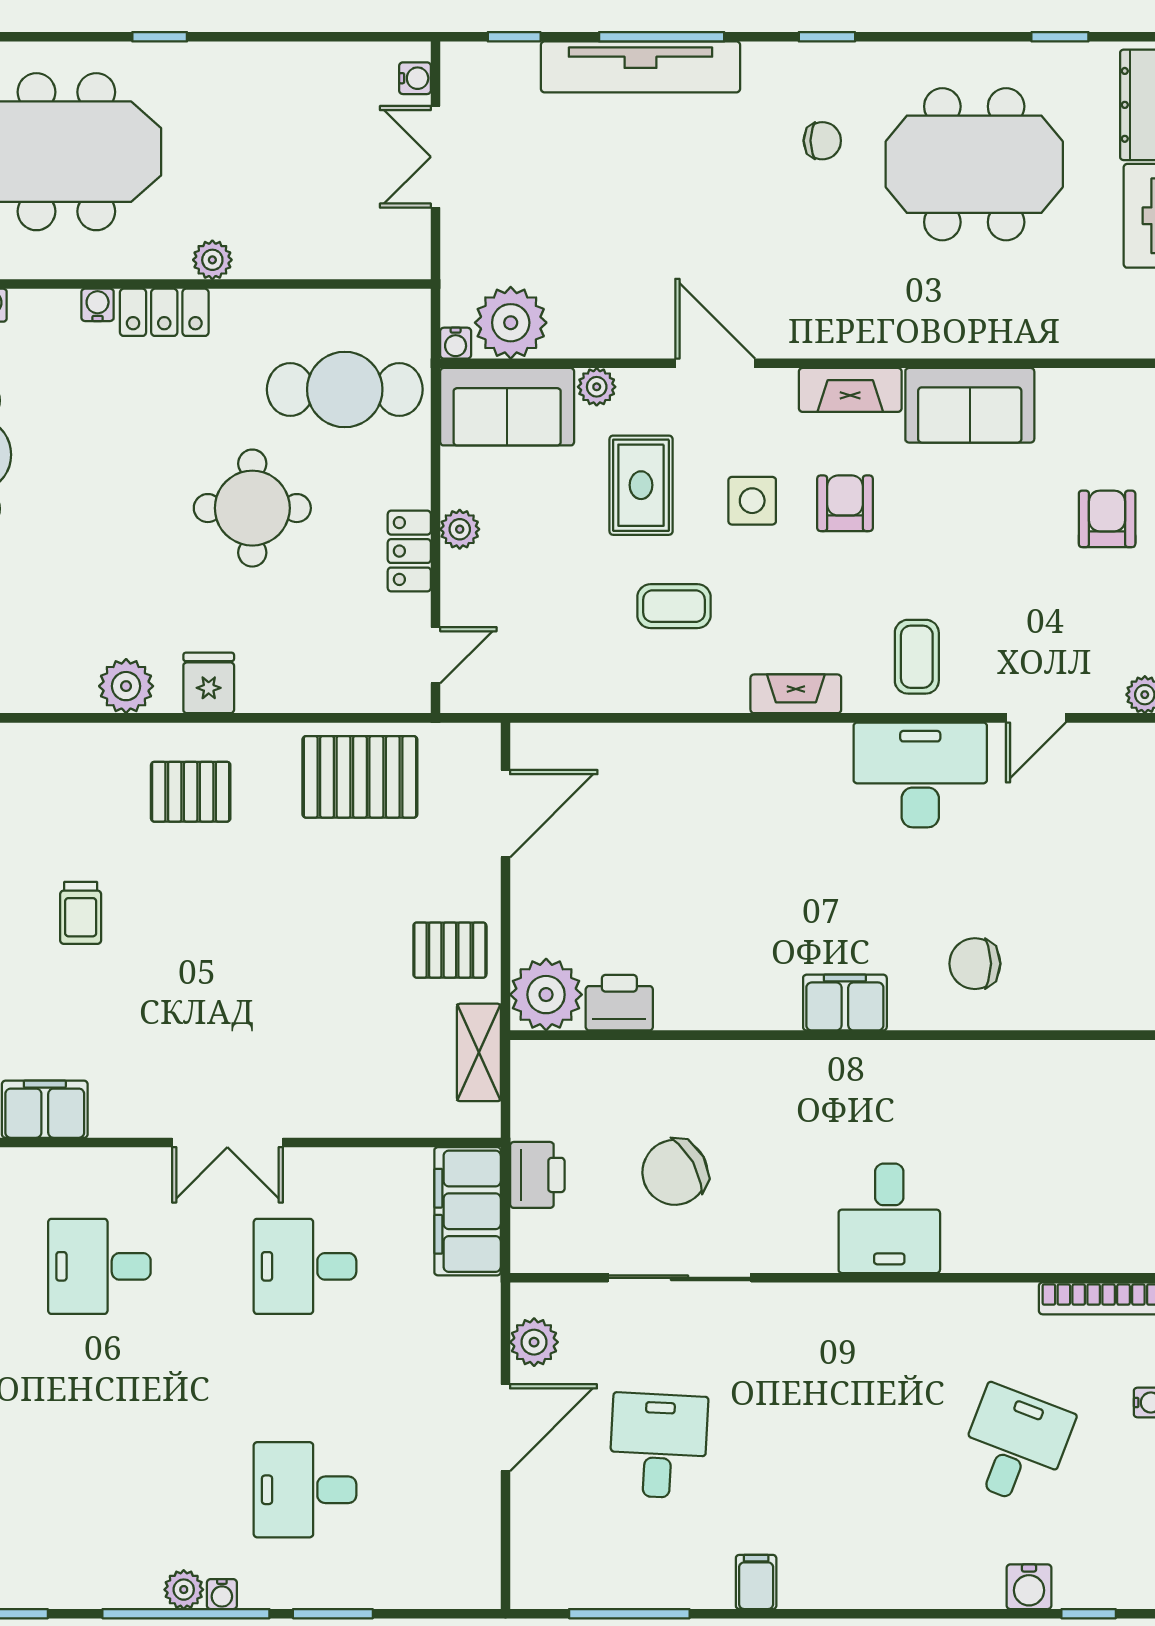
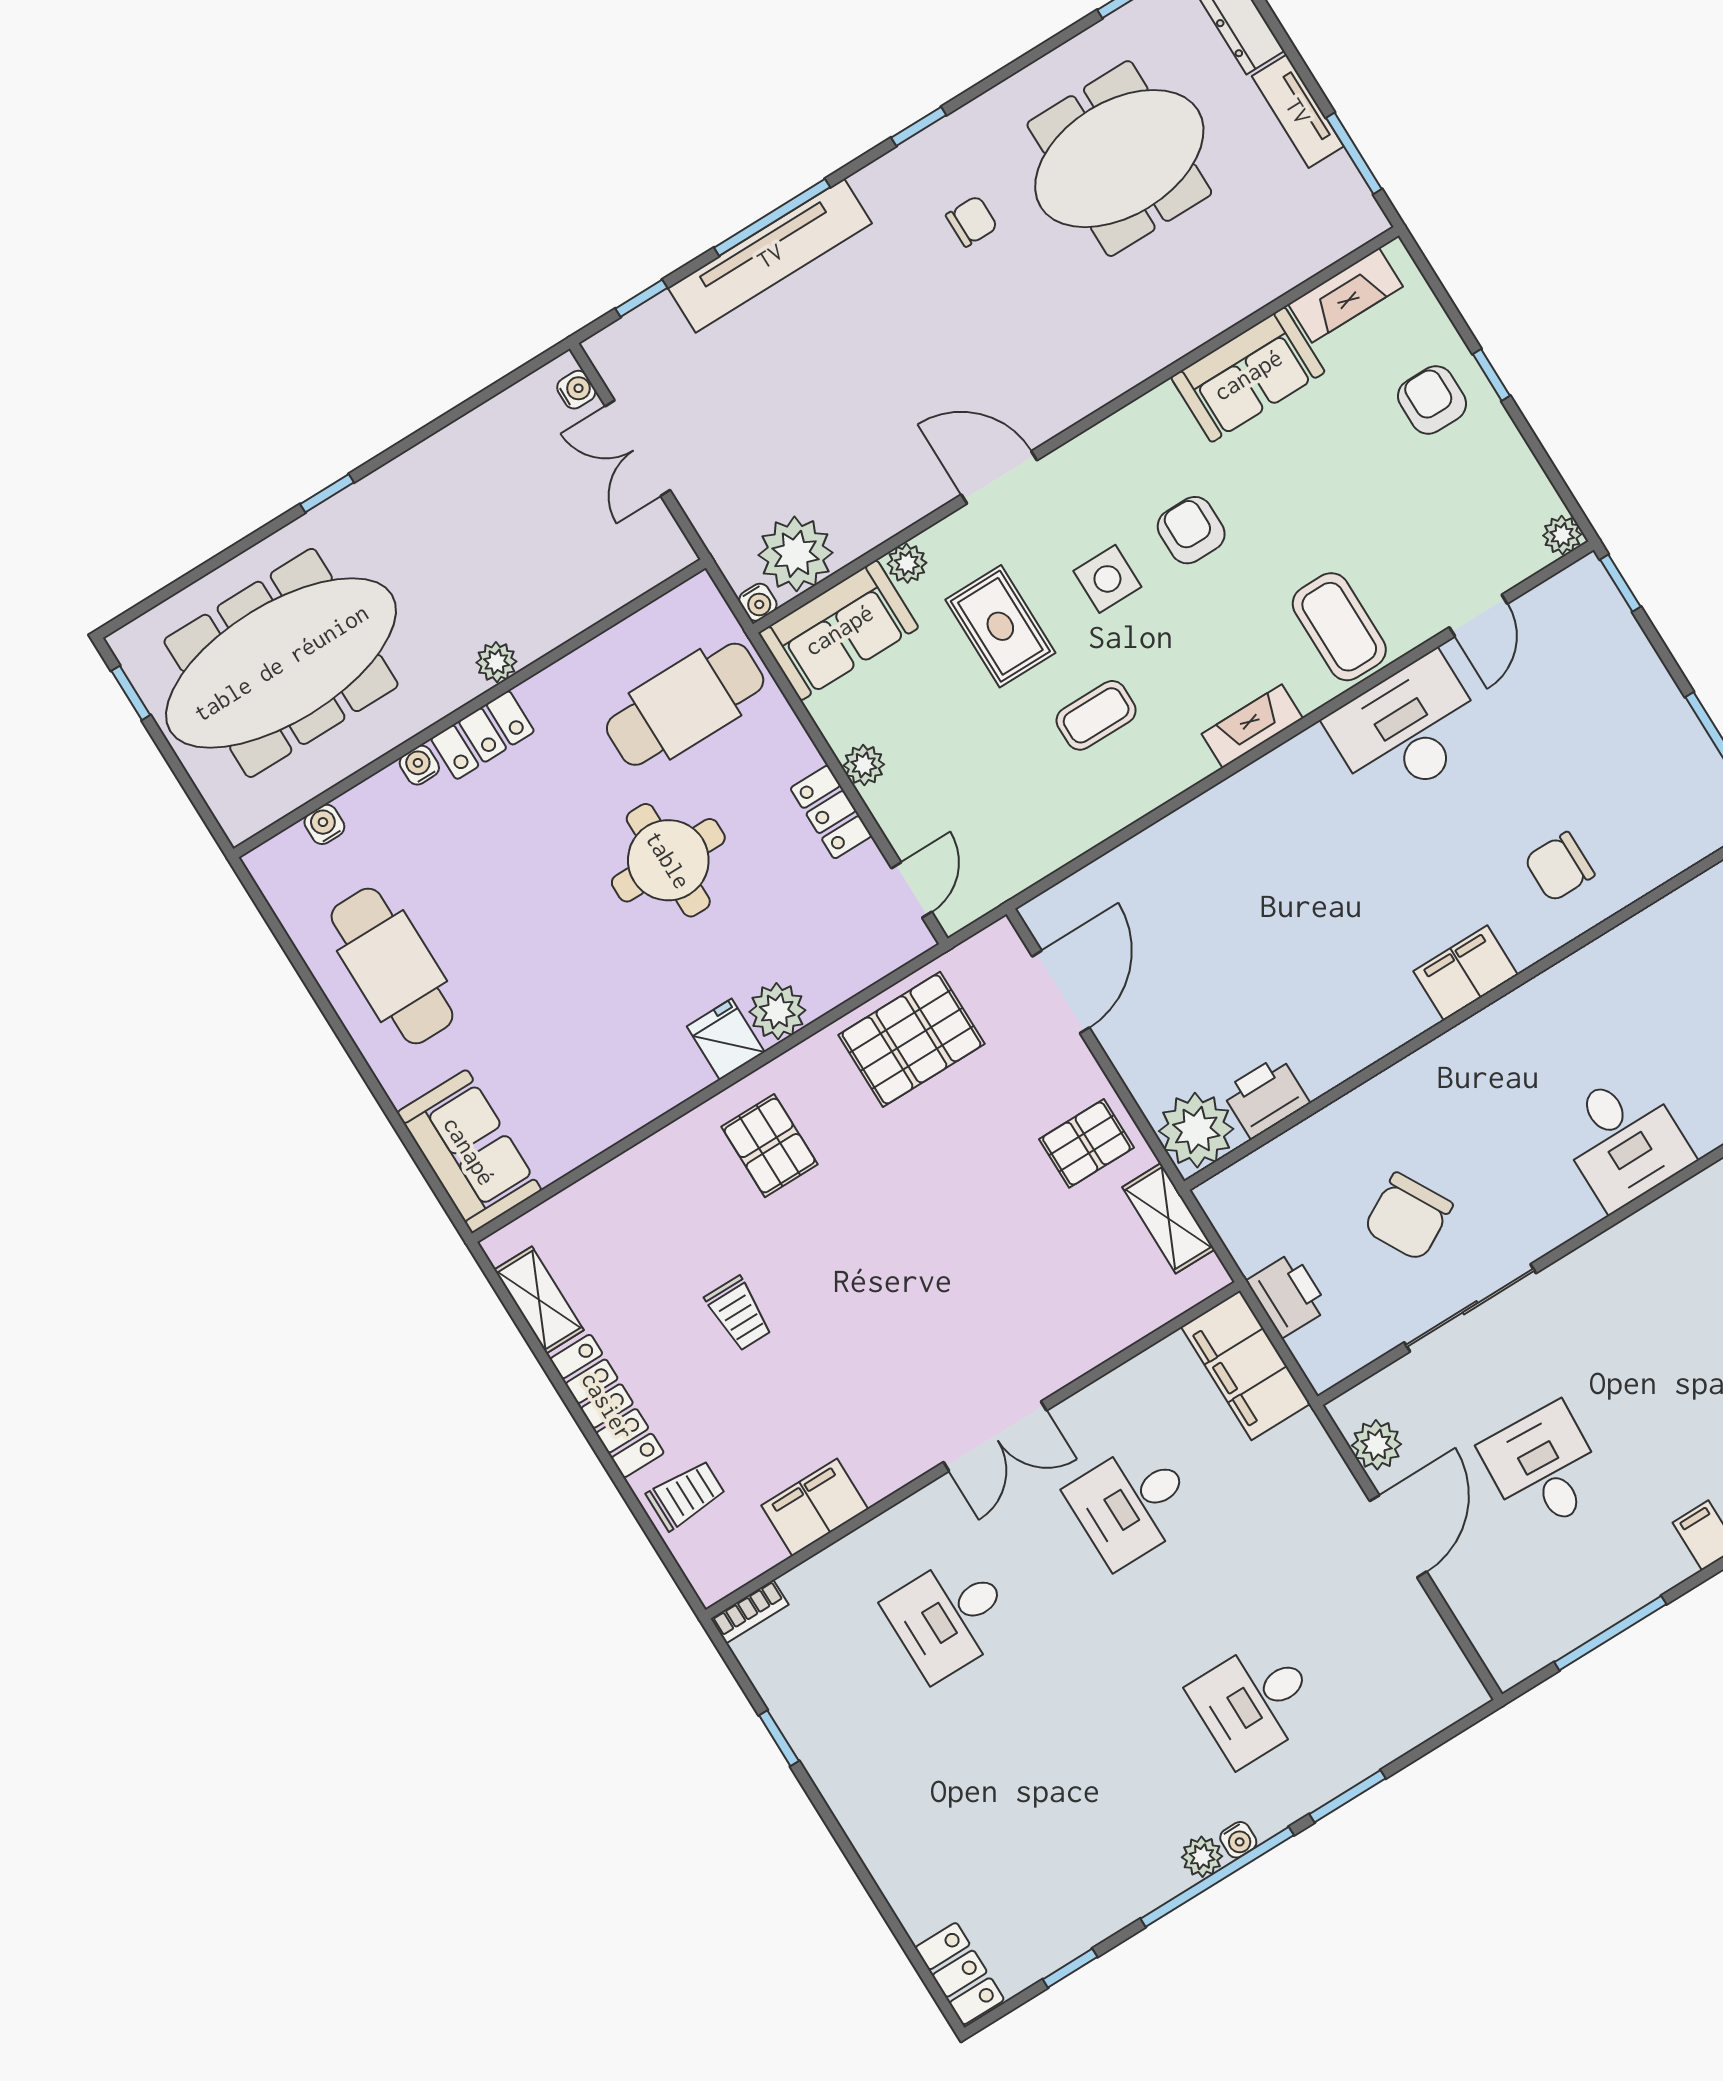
fireplace: (850, 390) -> (1345, 295), moved
coffee table: (917, 657) -> (1339, 627), width x1.36, depth x1.30
plant: (126, 686) -> (777, 1011), moved
pallet: (191, 792) -> (770, 1146), turned 90

